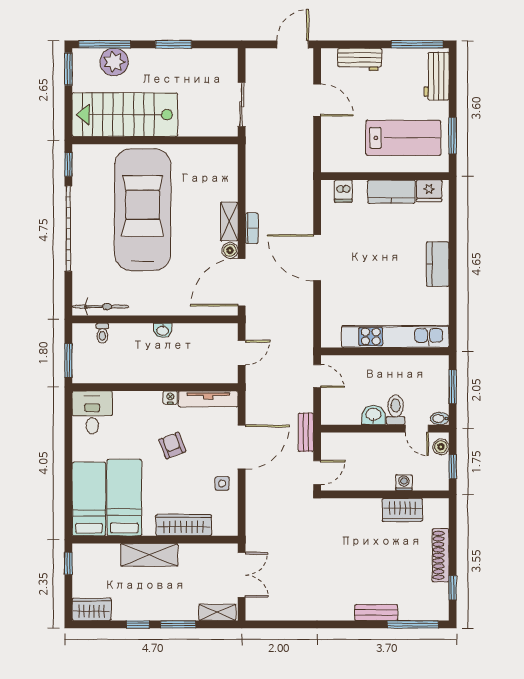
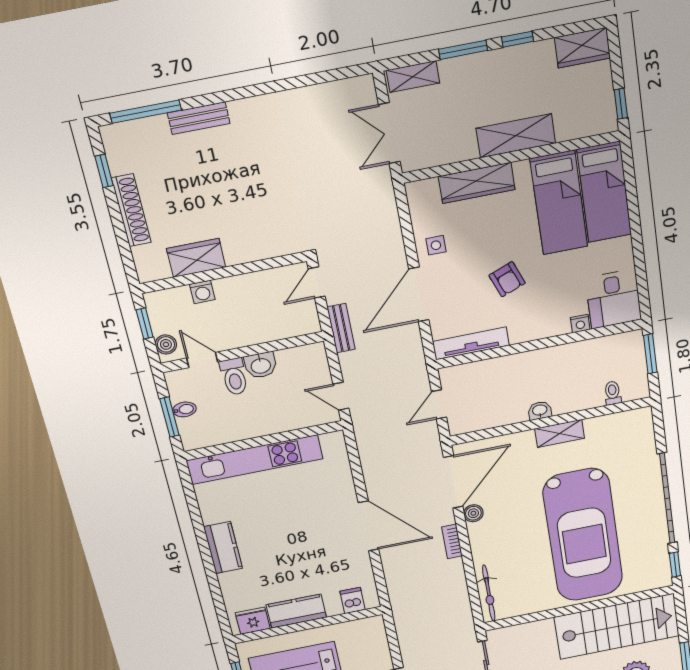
shelving: (229, 221) -> (560, 434), moved, turned 90
bicycle: (100, 307) -> (489, 593), moved, turned -90
nightstand: (170, 397) -> (580, 324), moved
bidet: (440, 419) -> (184, 409), moved

